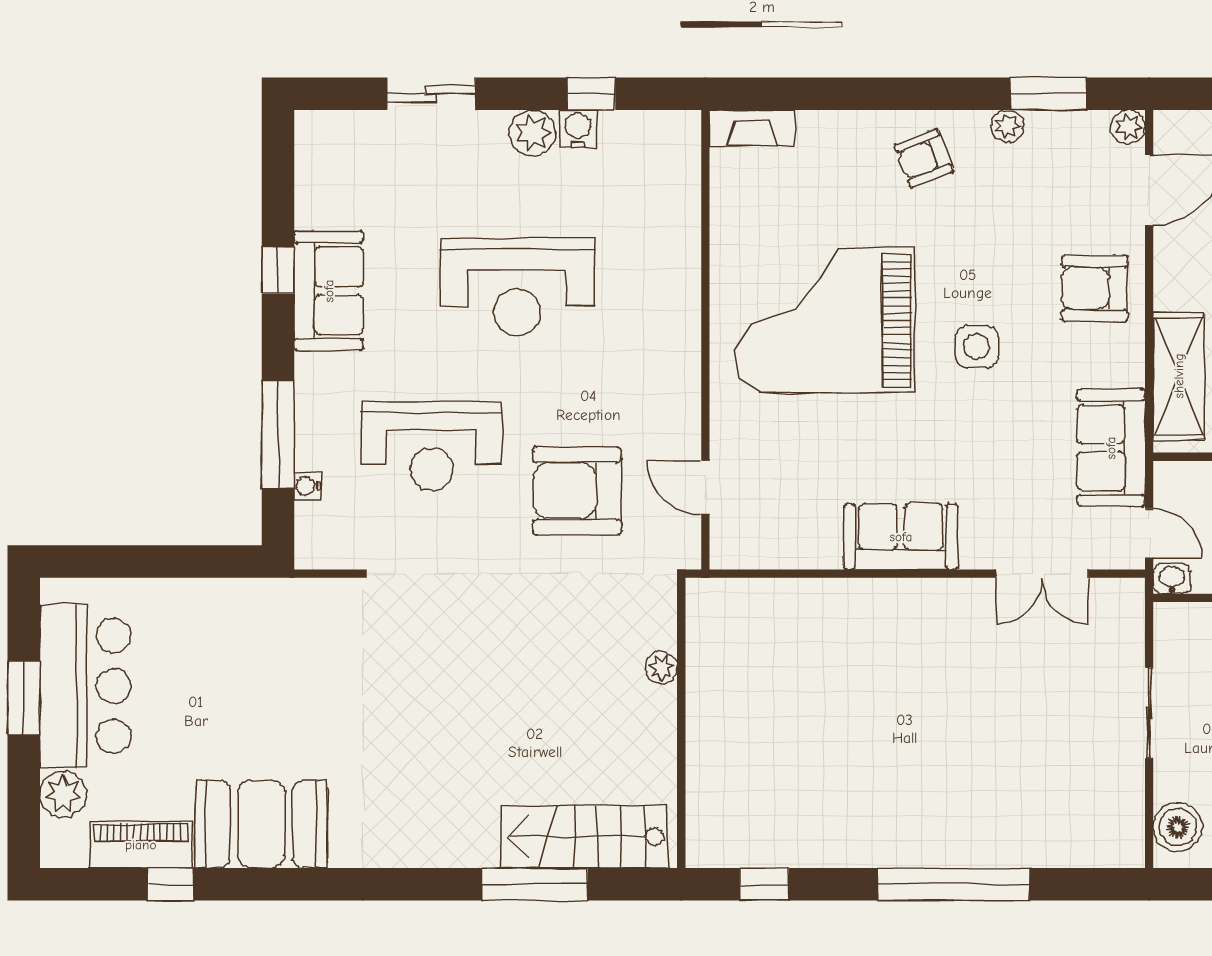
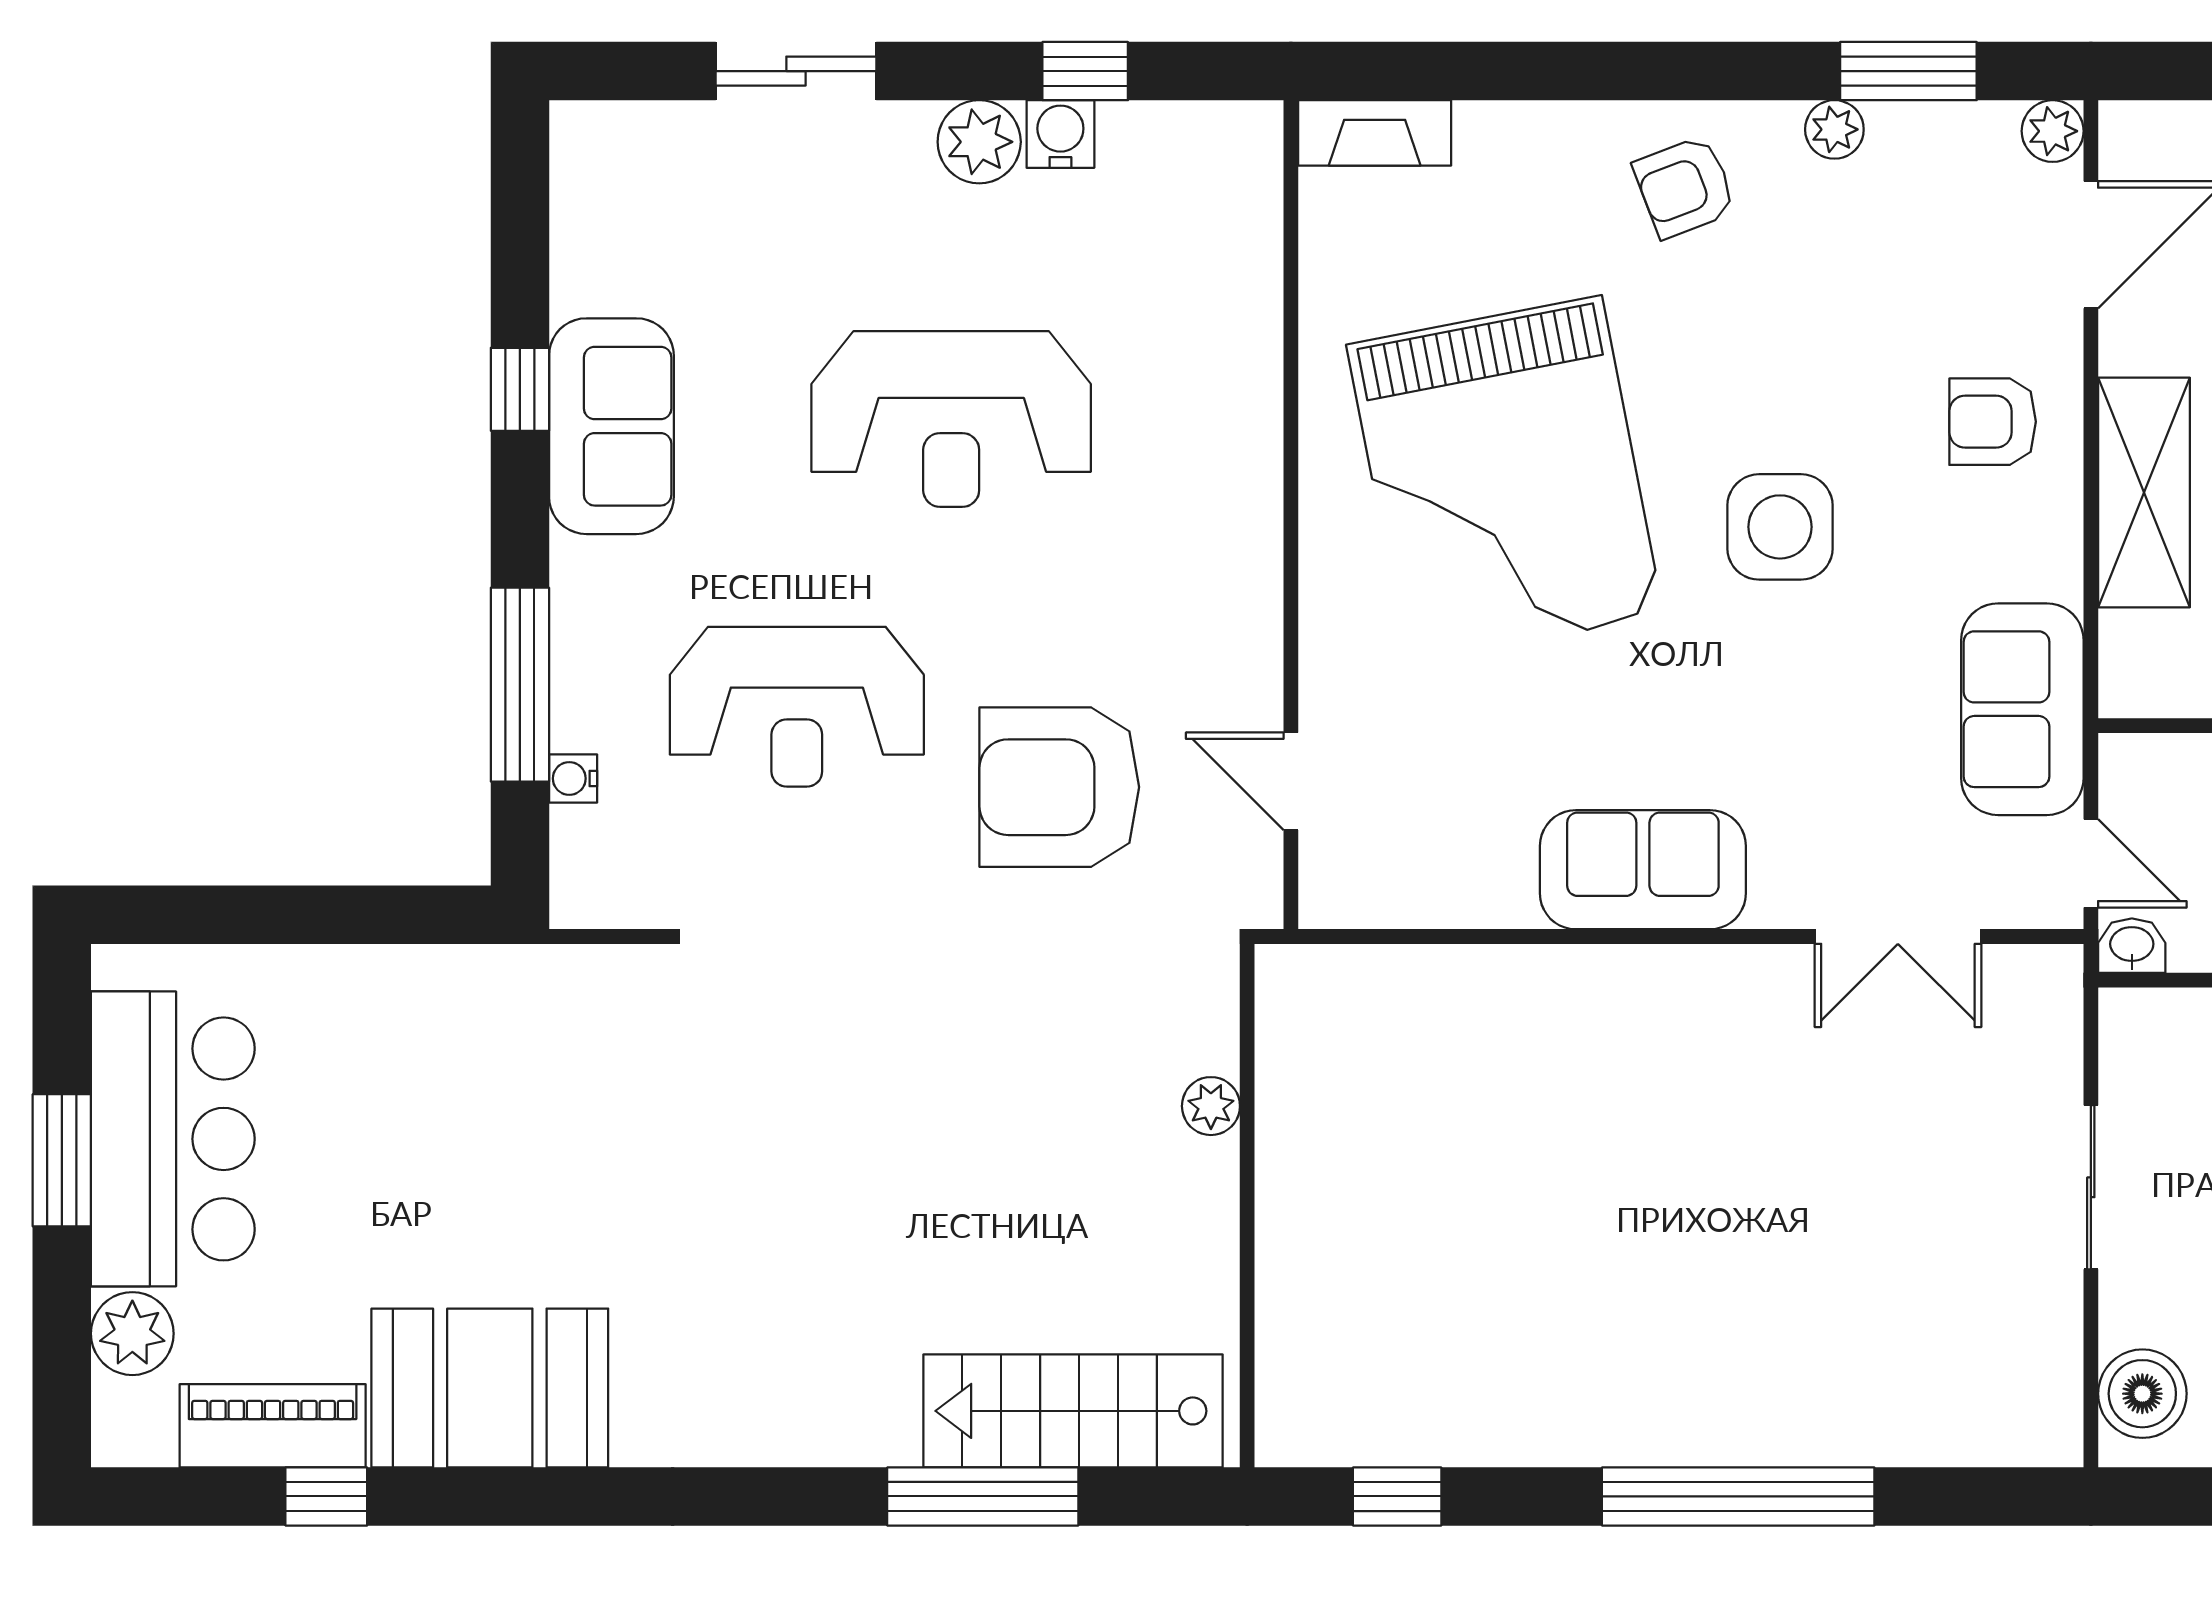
armchair: (1095, 288) -> (1993, 422), width x0.72, depth x0.72
grand piano: (824, 320) -> (1505, 480), turned -101
side table: (977, 347) -> (1780, 527), width x1.37, depth x1.37
shelving: (1179, 376) -> (2144, 493), moved

